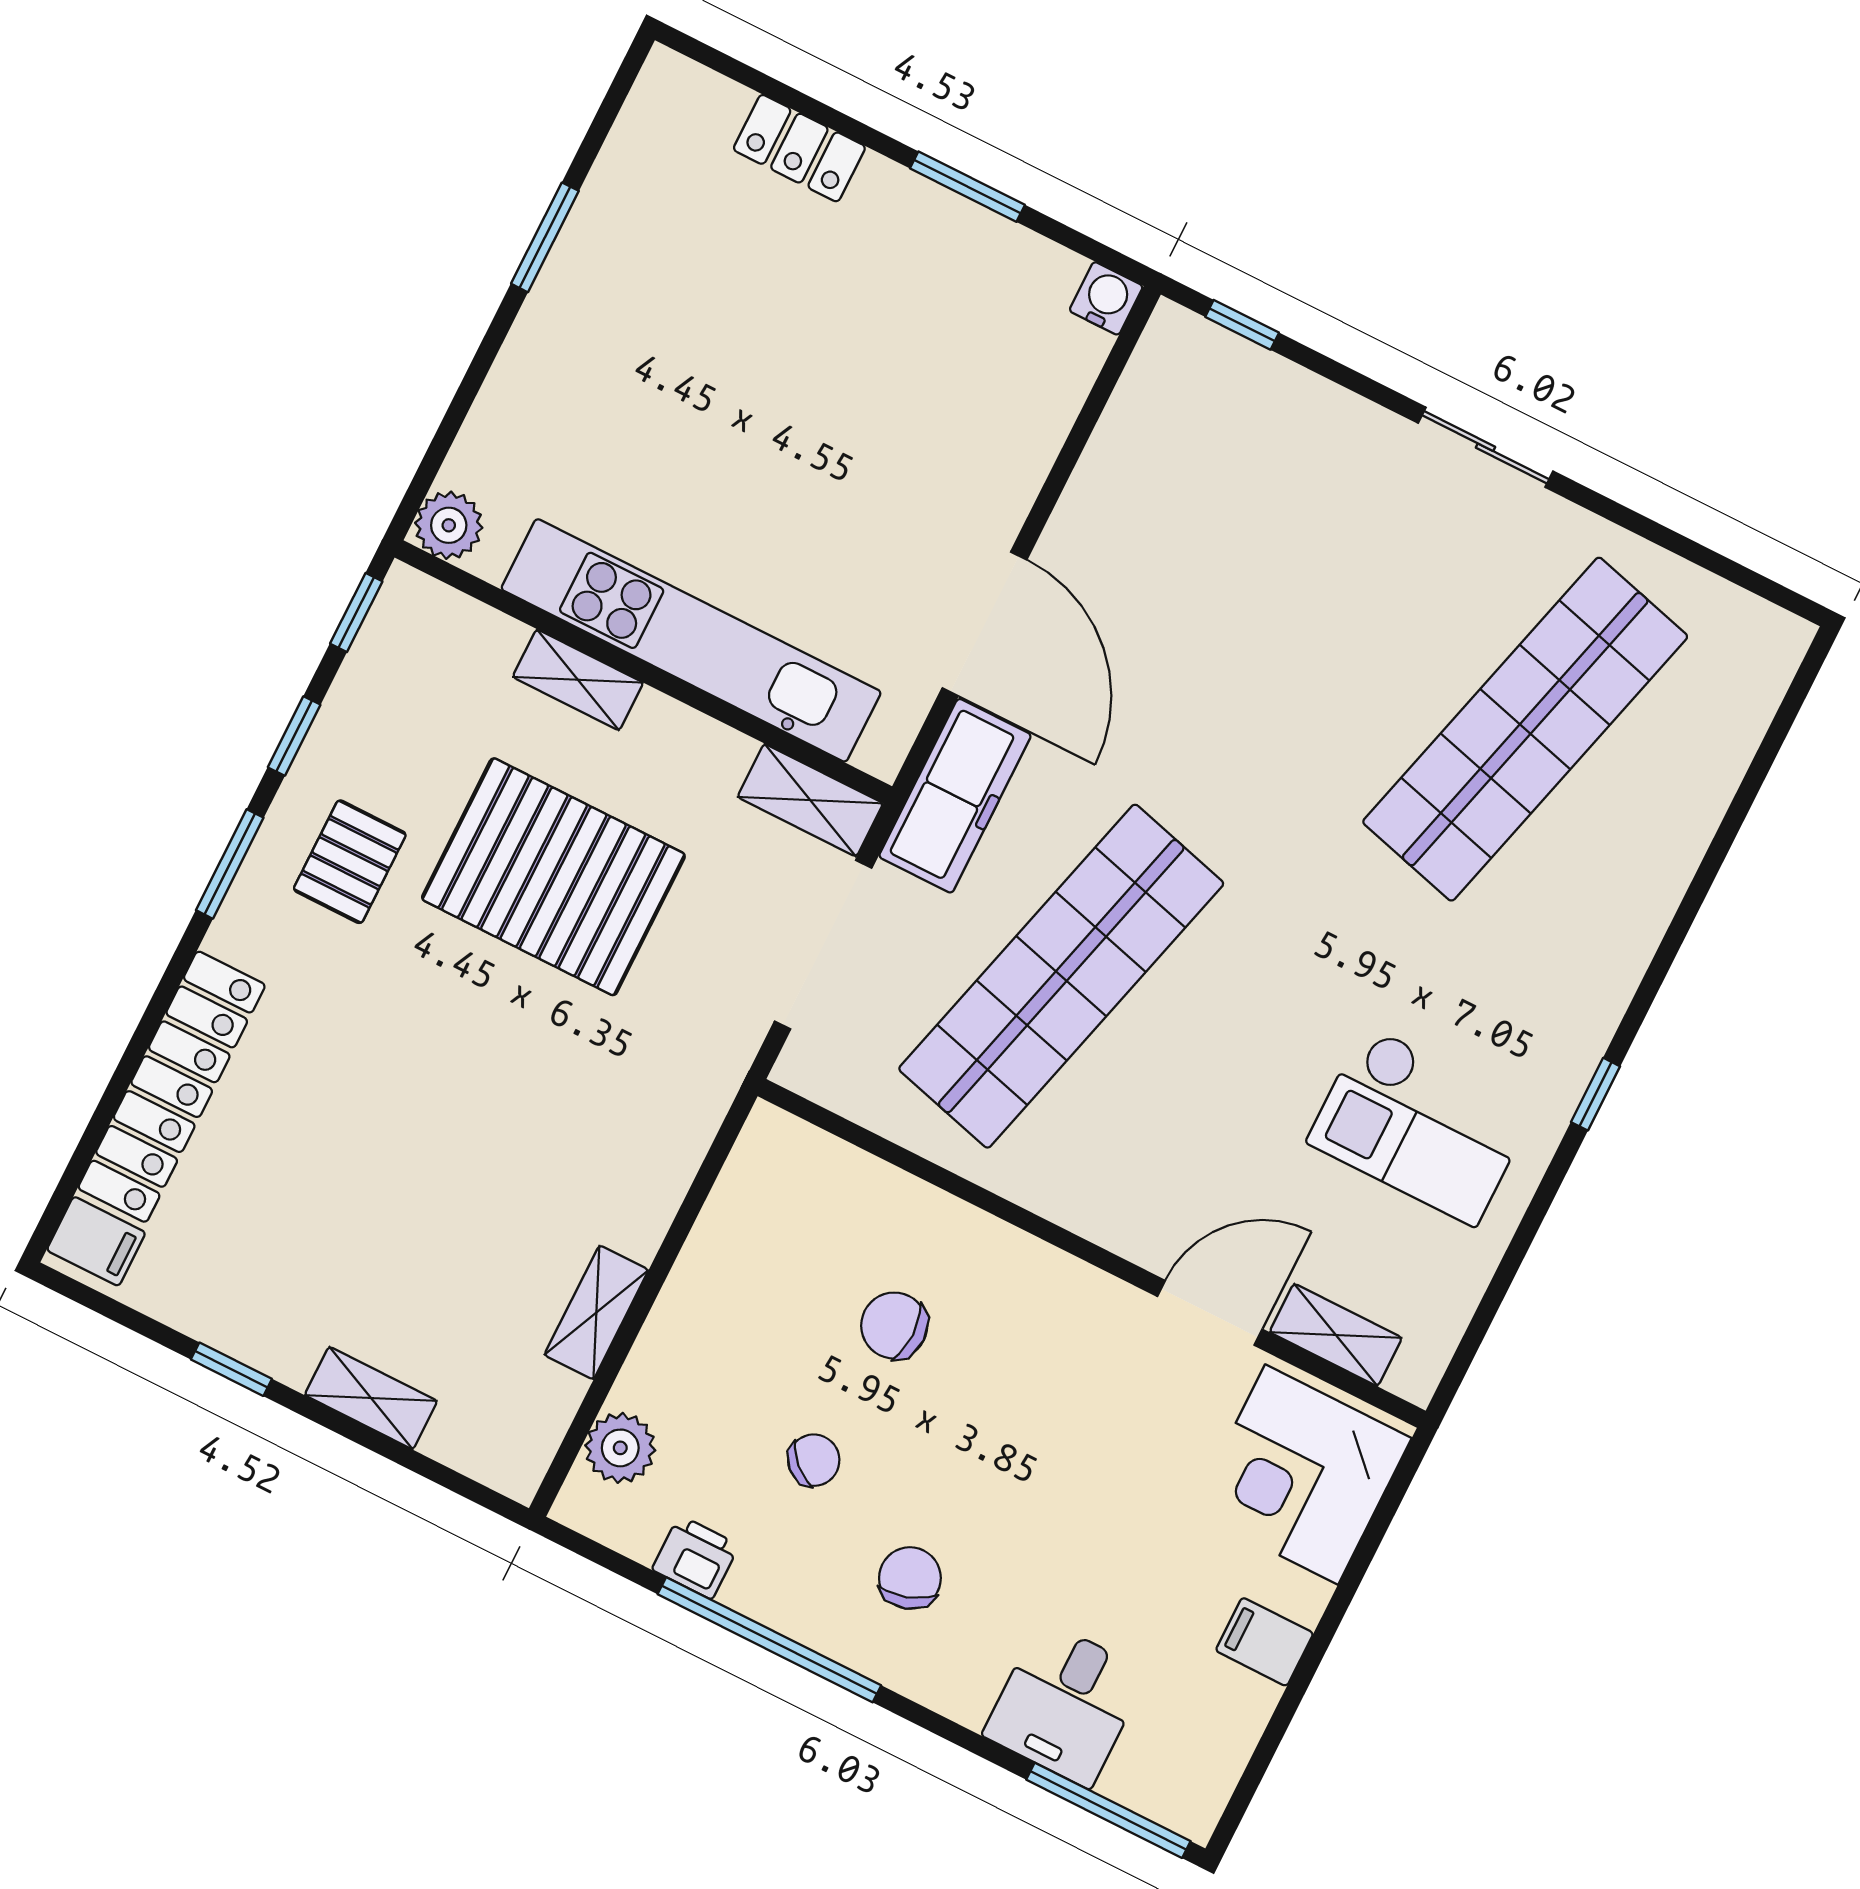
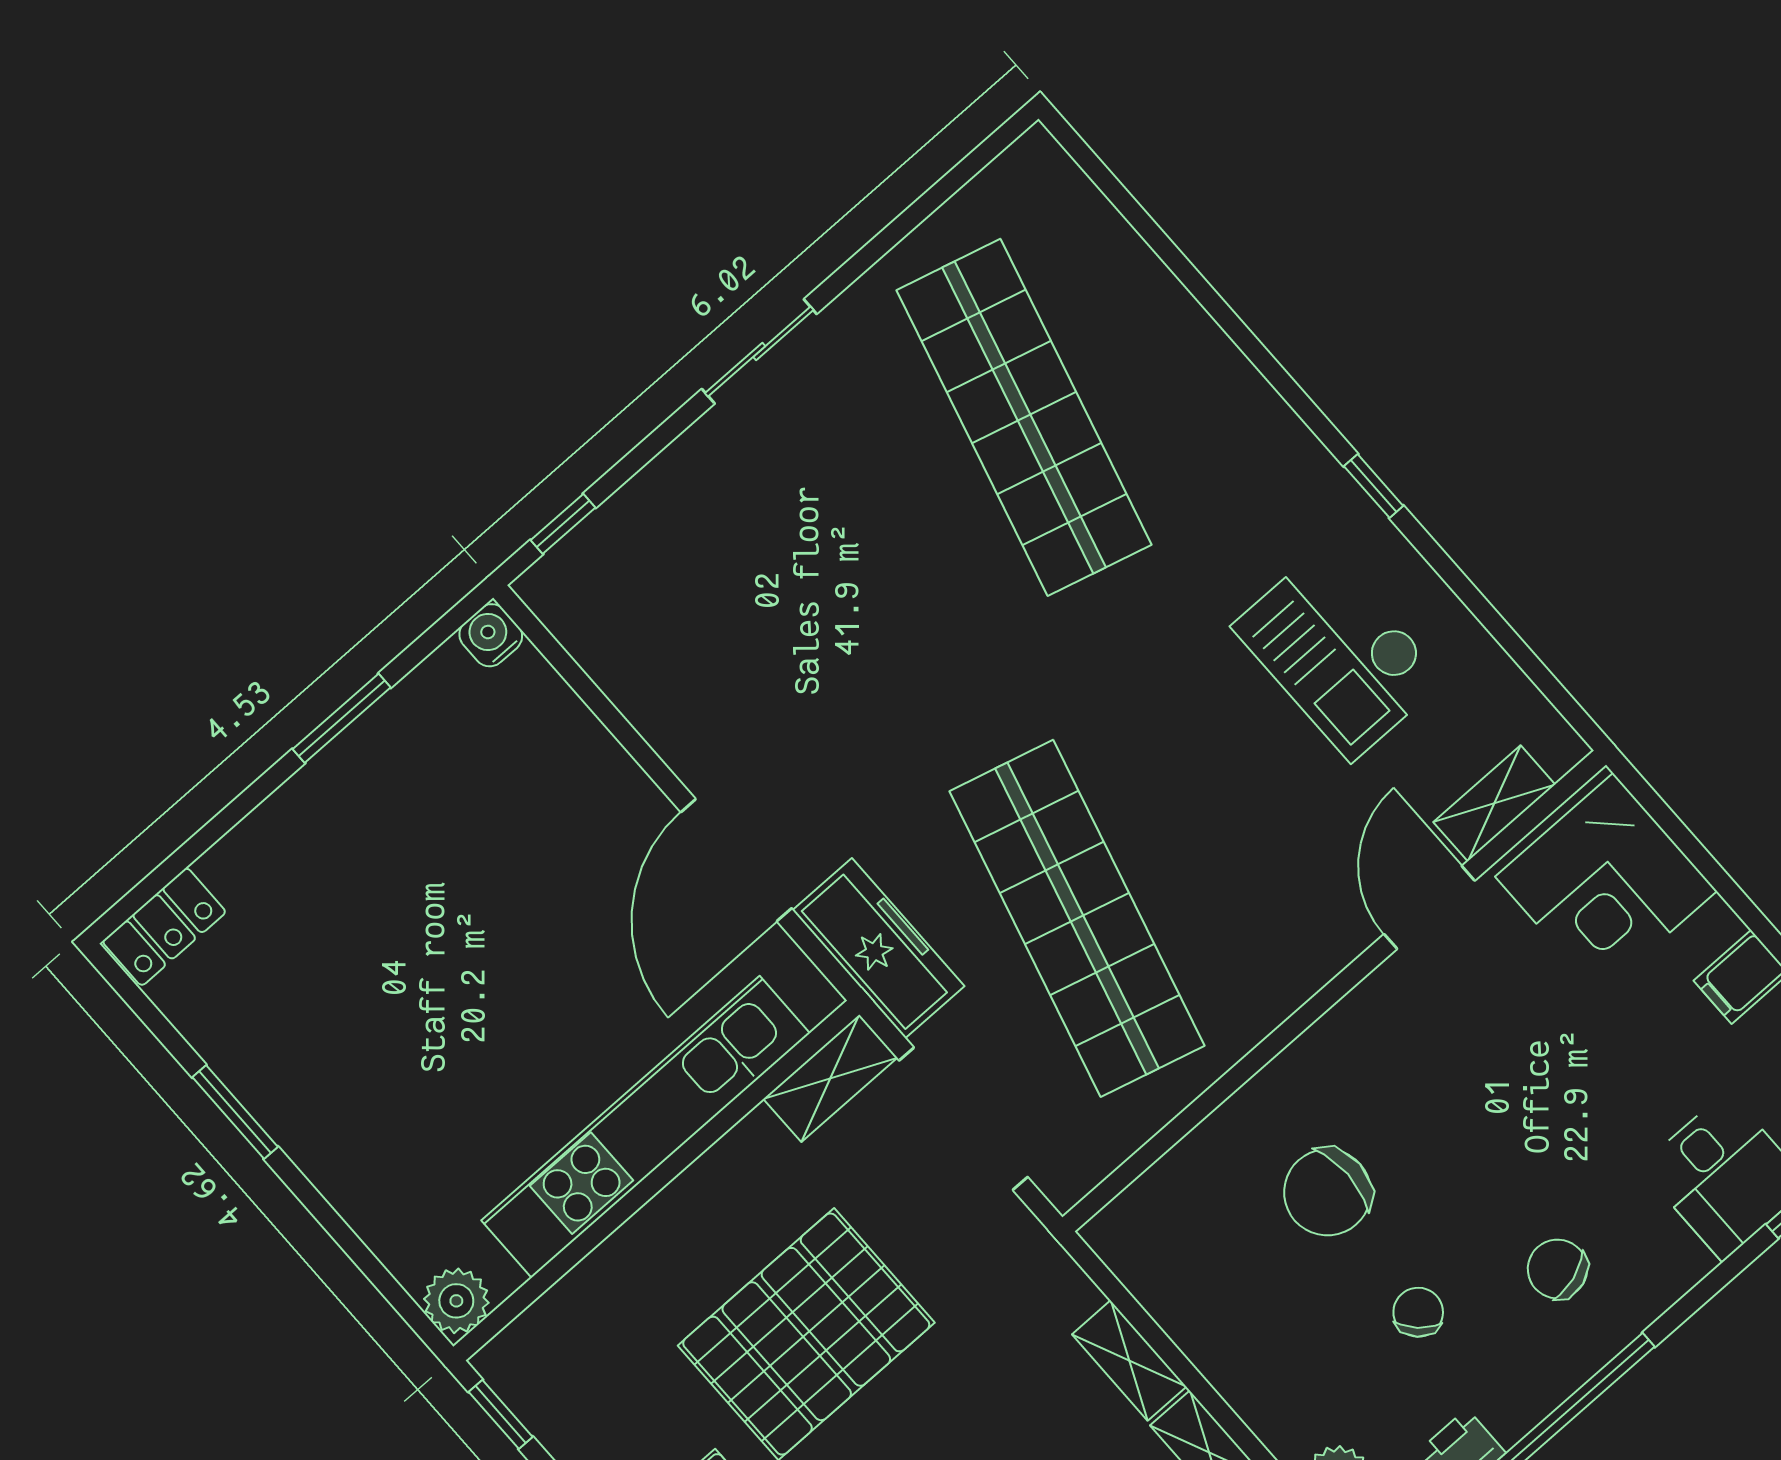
locker: (799, 148) -> (164, 927), moved
door: (984, 624) -> (736, 860), swing flipped
shelving: (578, 680) -> (1129, 1361), moved, turned 90
checkout: (1421, 1125) -> (1339, 653), turned 90
chair: (894, 1326) -> (1327, 1192), width x1.37, depth x1.37

